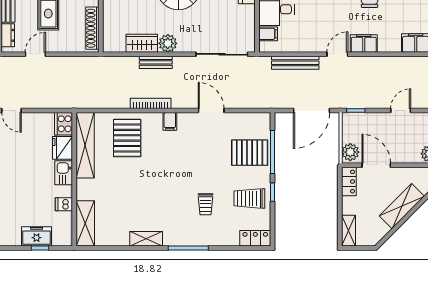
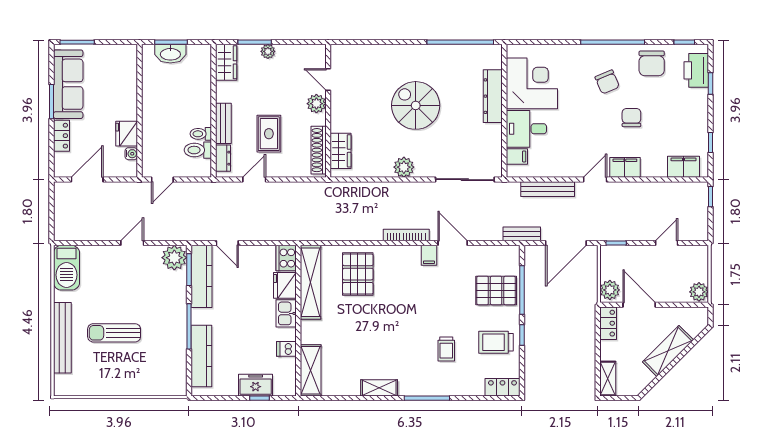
wardrobe: (142, 43) -> (340, 151), moved, turned 90
bench: (156, 62) -> (522, 234), moved
bookcase: (151, 103) -> (406, 235), moved
filing cabinet: (170, 121) -> (429, 255), moved

